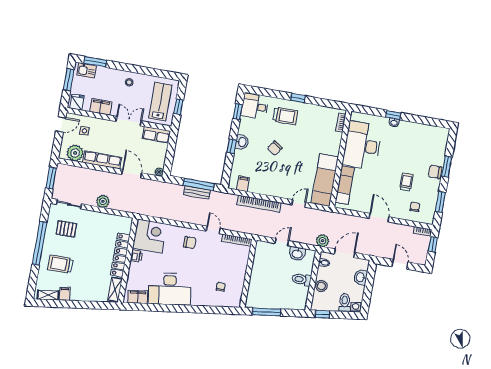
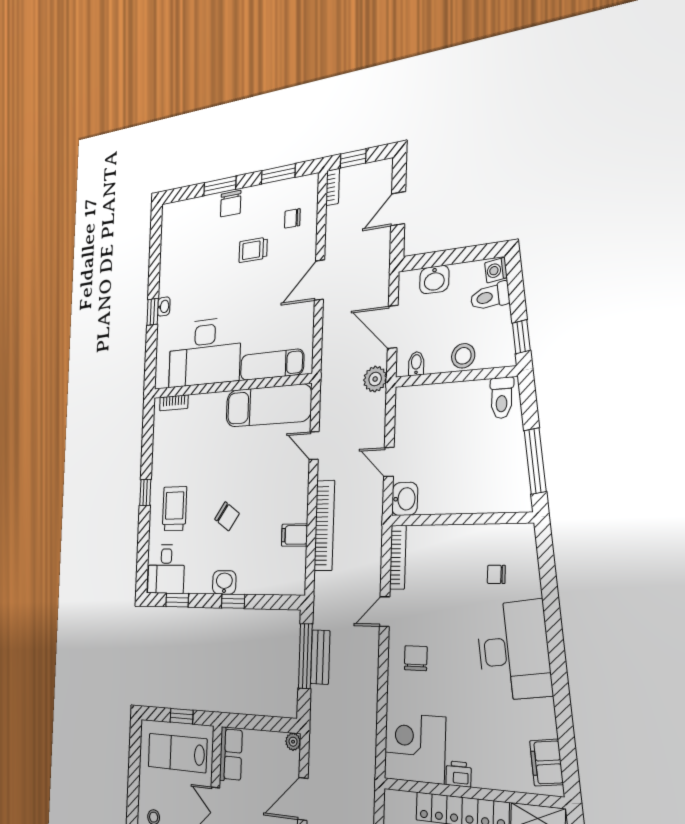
filing cabinet: (243, 184) -> (295, 535), moved
washbasin: (297, 254) -> (405, 499), moved
toilet: (302, 279) -> (502, 398), moved
desk: (170, 289) -> (514, 650), moved

